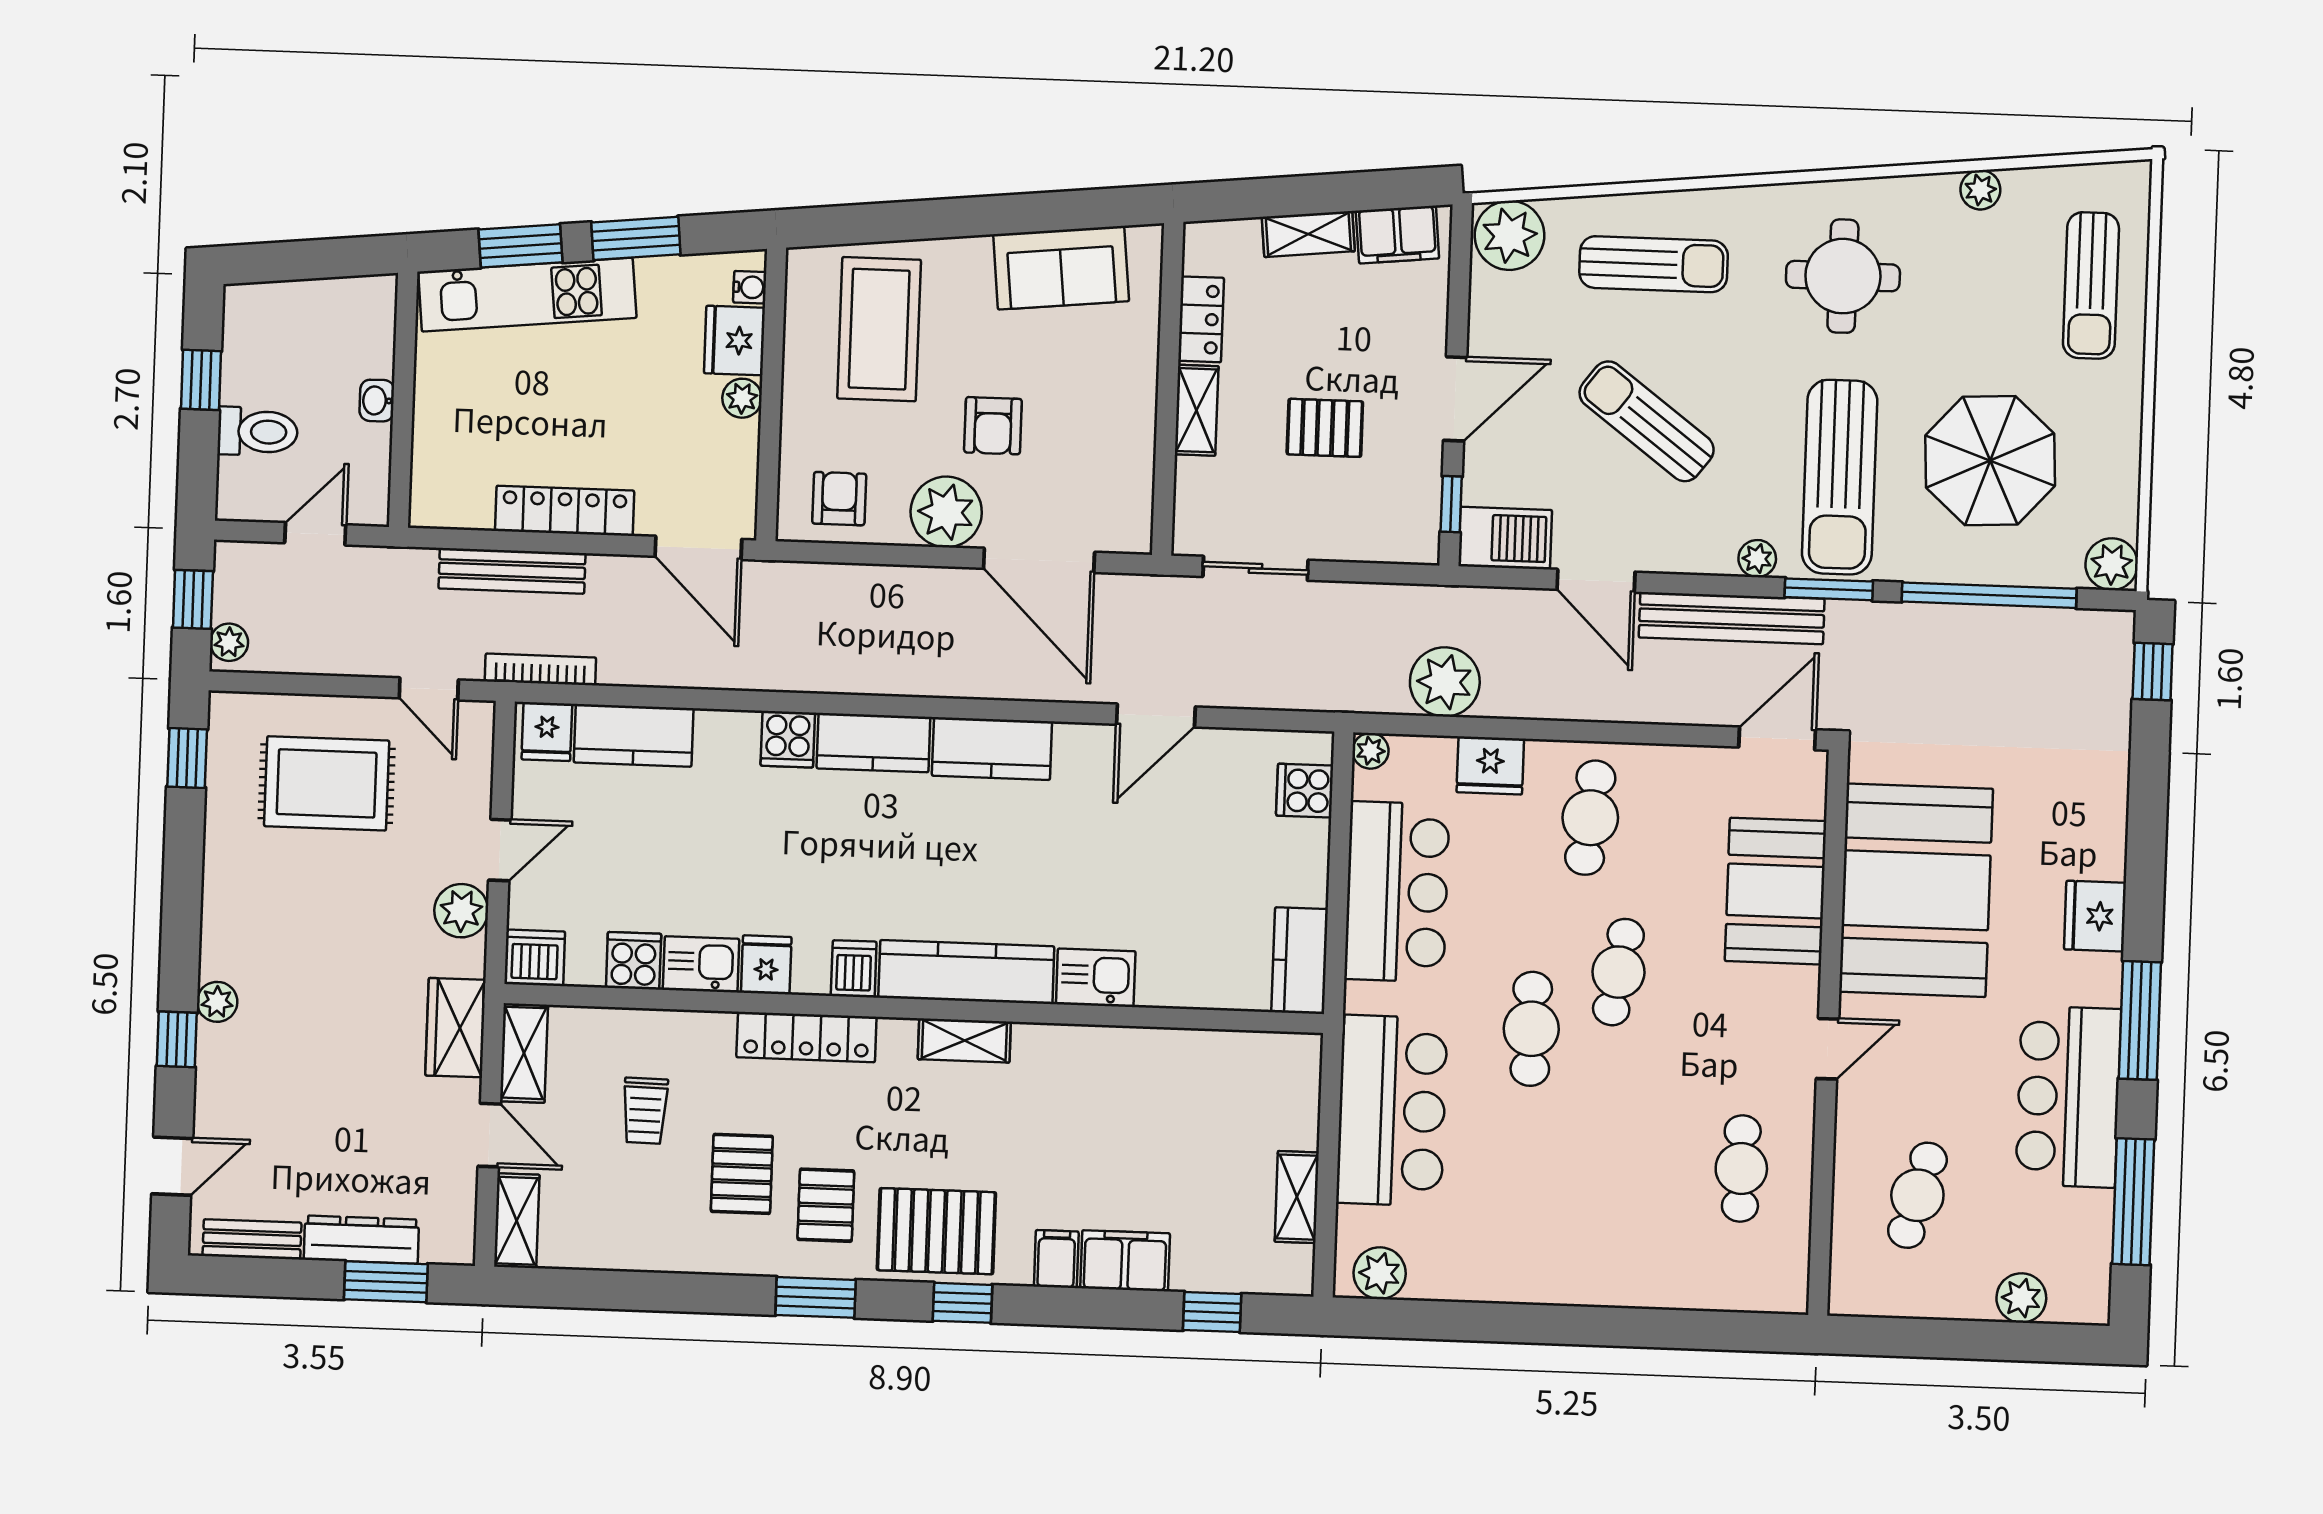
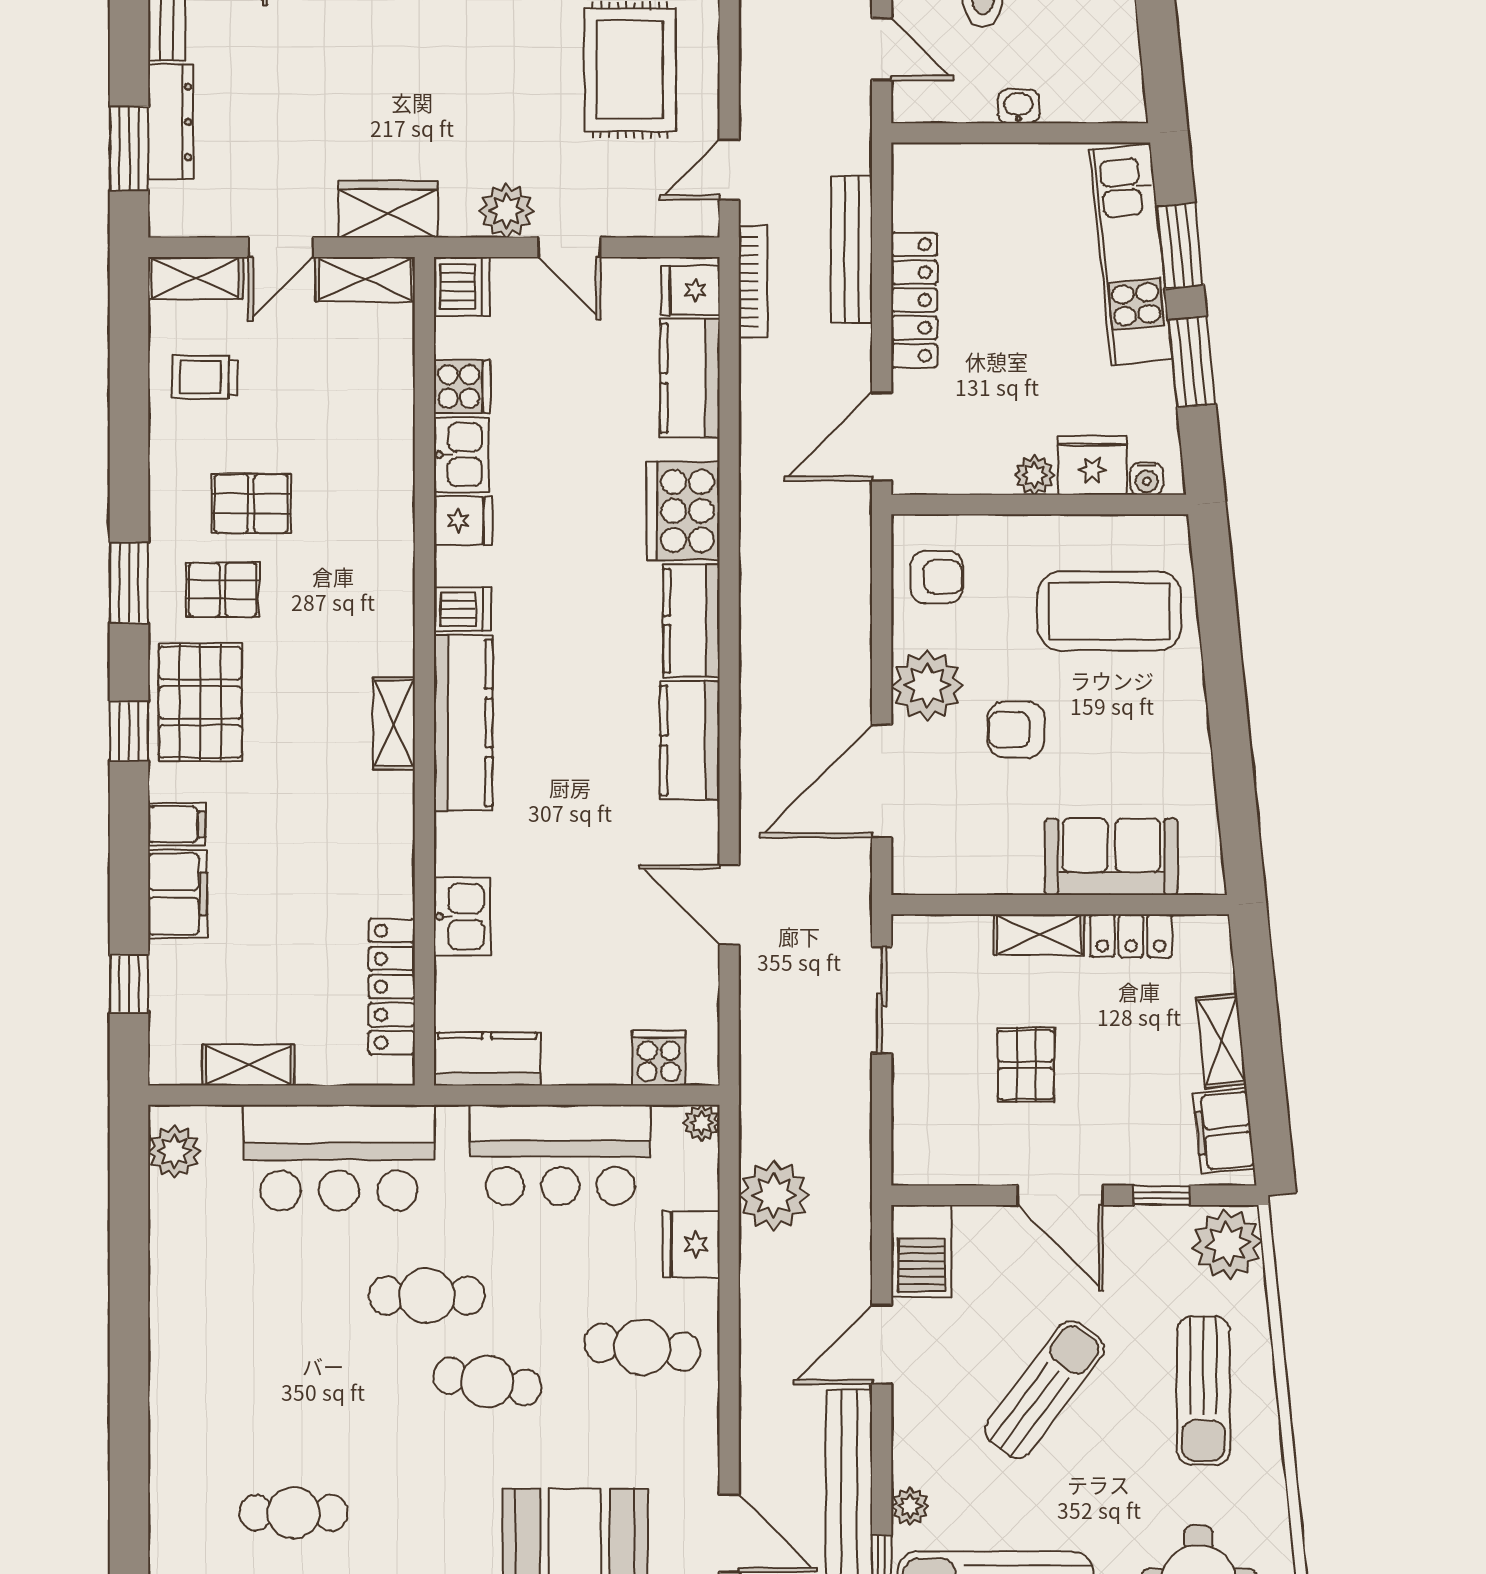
sofa: (1061, 268) -> (1111, 857), moved, turned 96
window: (1451, 504) -> (1161, 1195), moved
cooker: (788, 739) -> (683, 511), width x1.87, depth x1.31
kitchen sink: (1096, 978) -> (462, 917), moved
locker: (806, 1037) -> (392, 987), moved
trolley: (645, 1111) -> (205, 377), moved

